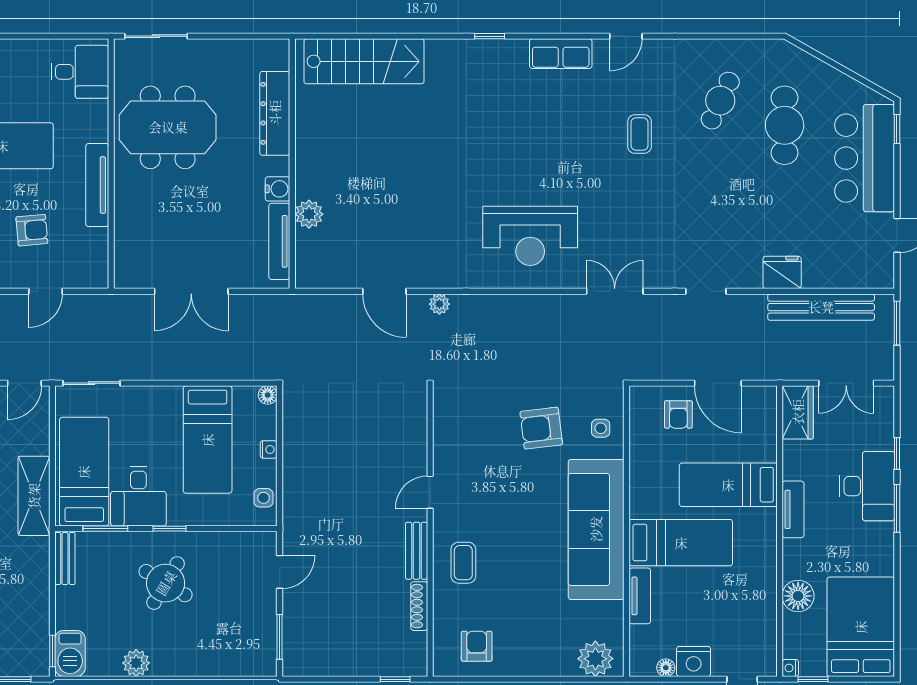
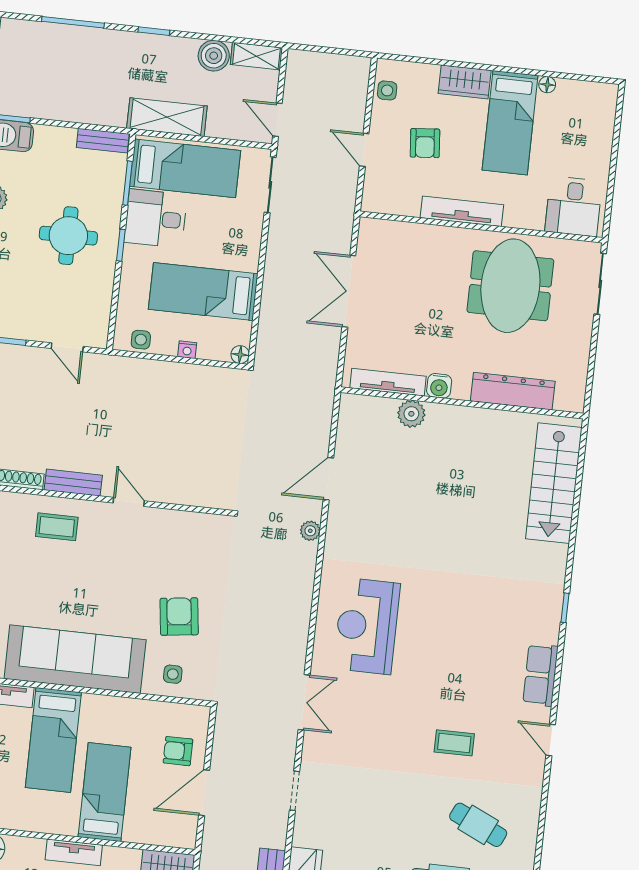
round table: (166, 583) -> (68, 236), turned -31

